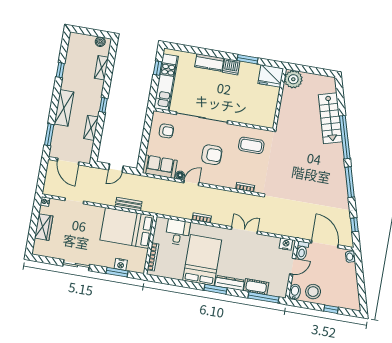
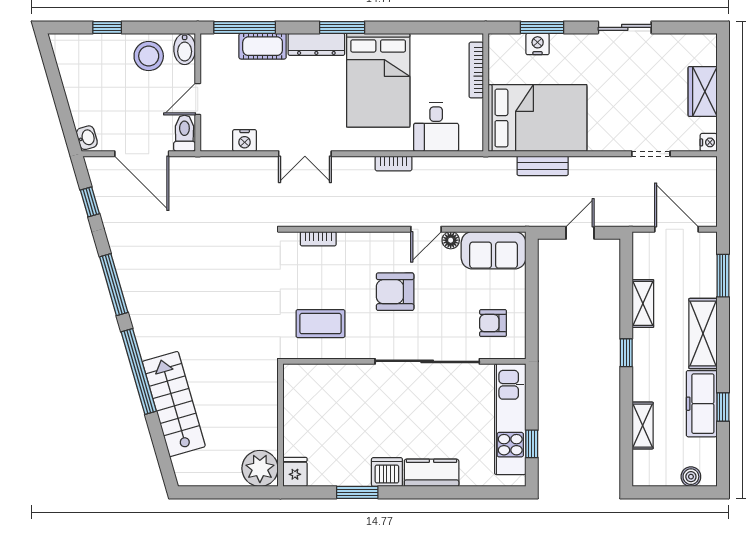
boiler: (100, 42) -> (691, 477), moved
freezer: (71, 74) -> (702, 404), added
fridge: (271, 76) -> (295, 472), width x0.53, depth x0.75
nightstand: (286, 244) -> (245, 140), moved

